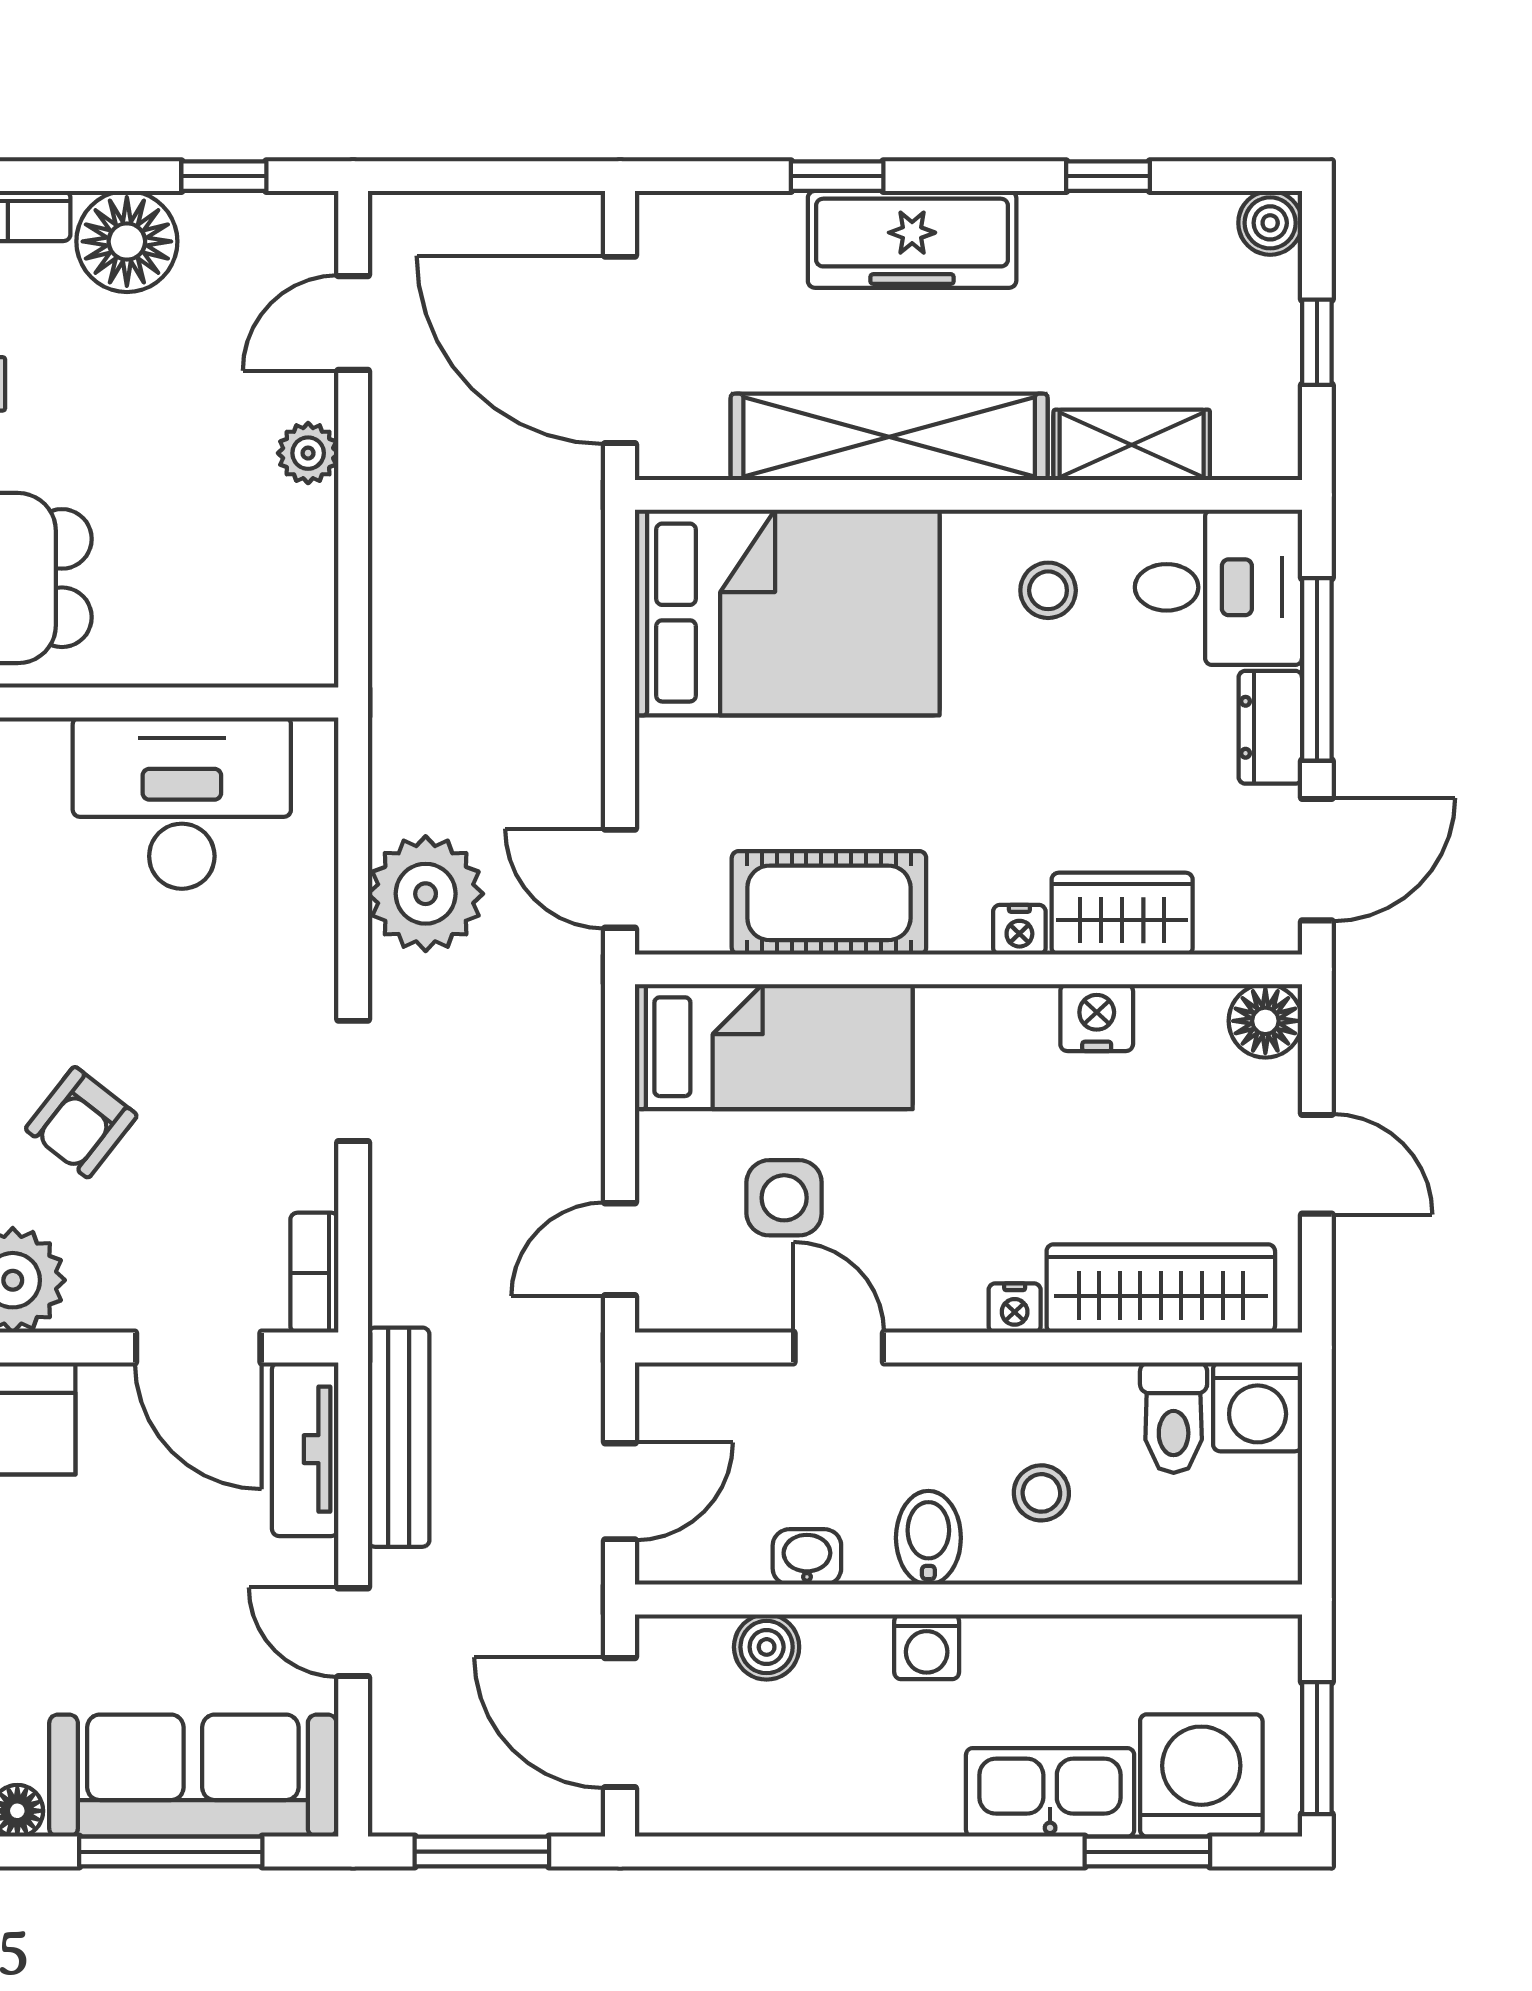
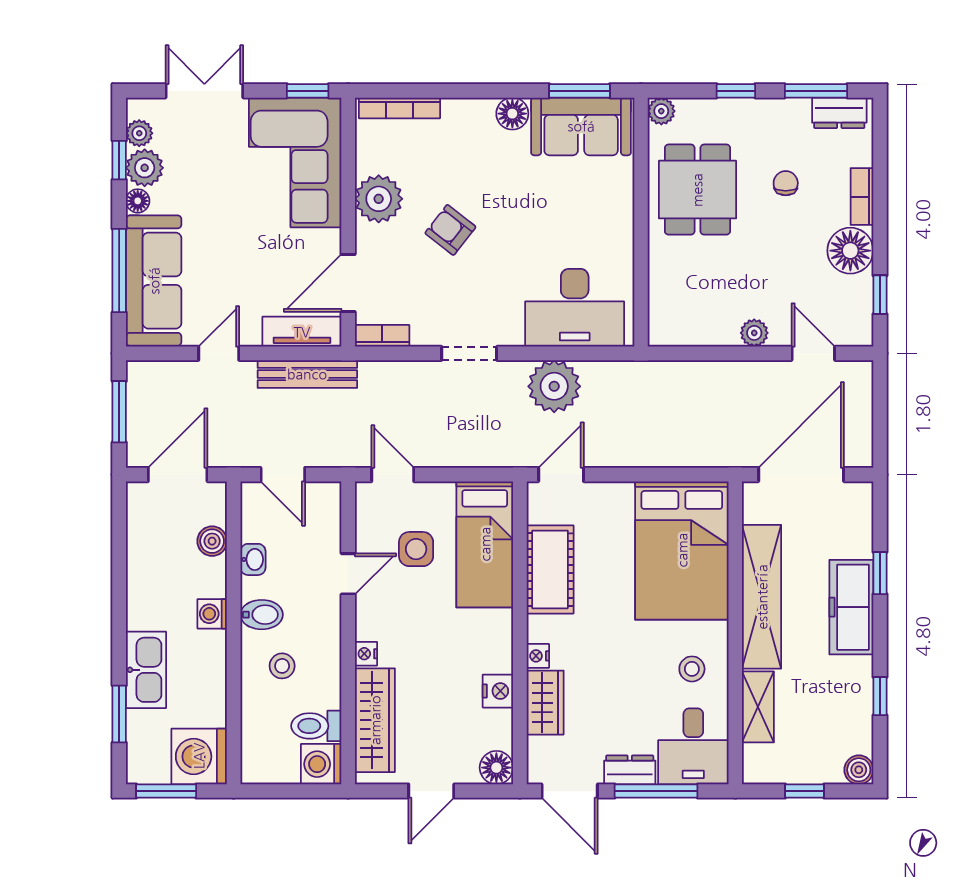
desk: (182, 803) -> (575, 308), moved, turned 90
washing machine: (1201, 1775) -> (199, 756), moved, turned 180

